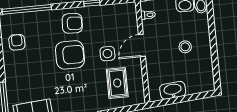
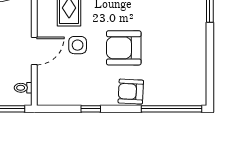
armchair: (72, 23) -> (131, 92), moved
armchair: (17, 42) -> (188, 70), removed

